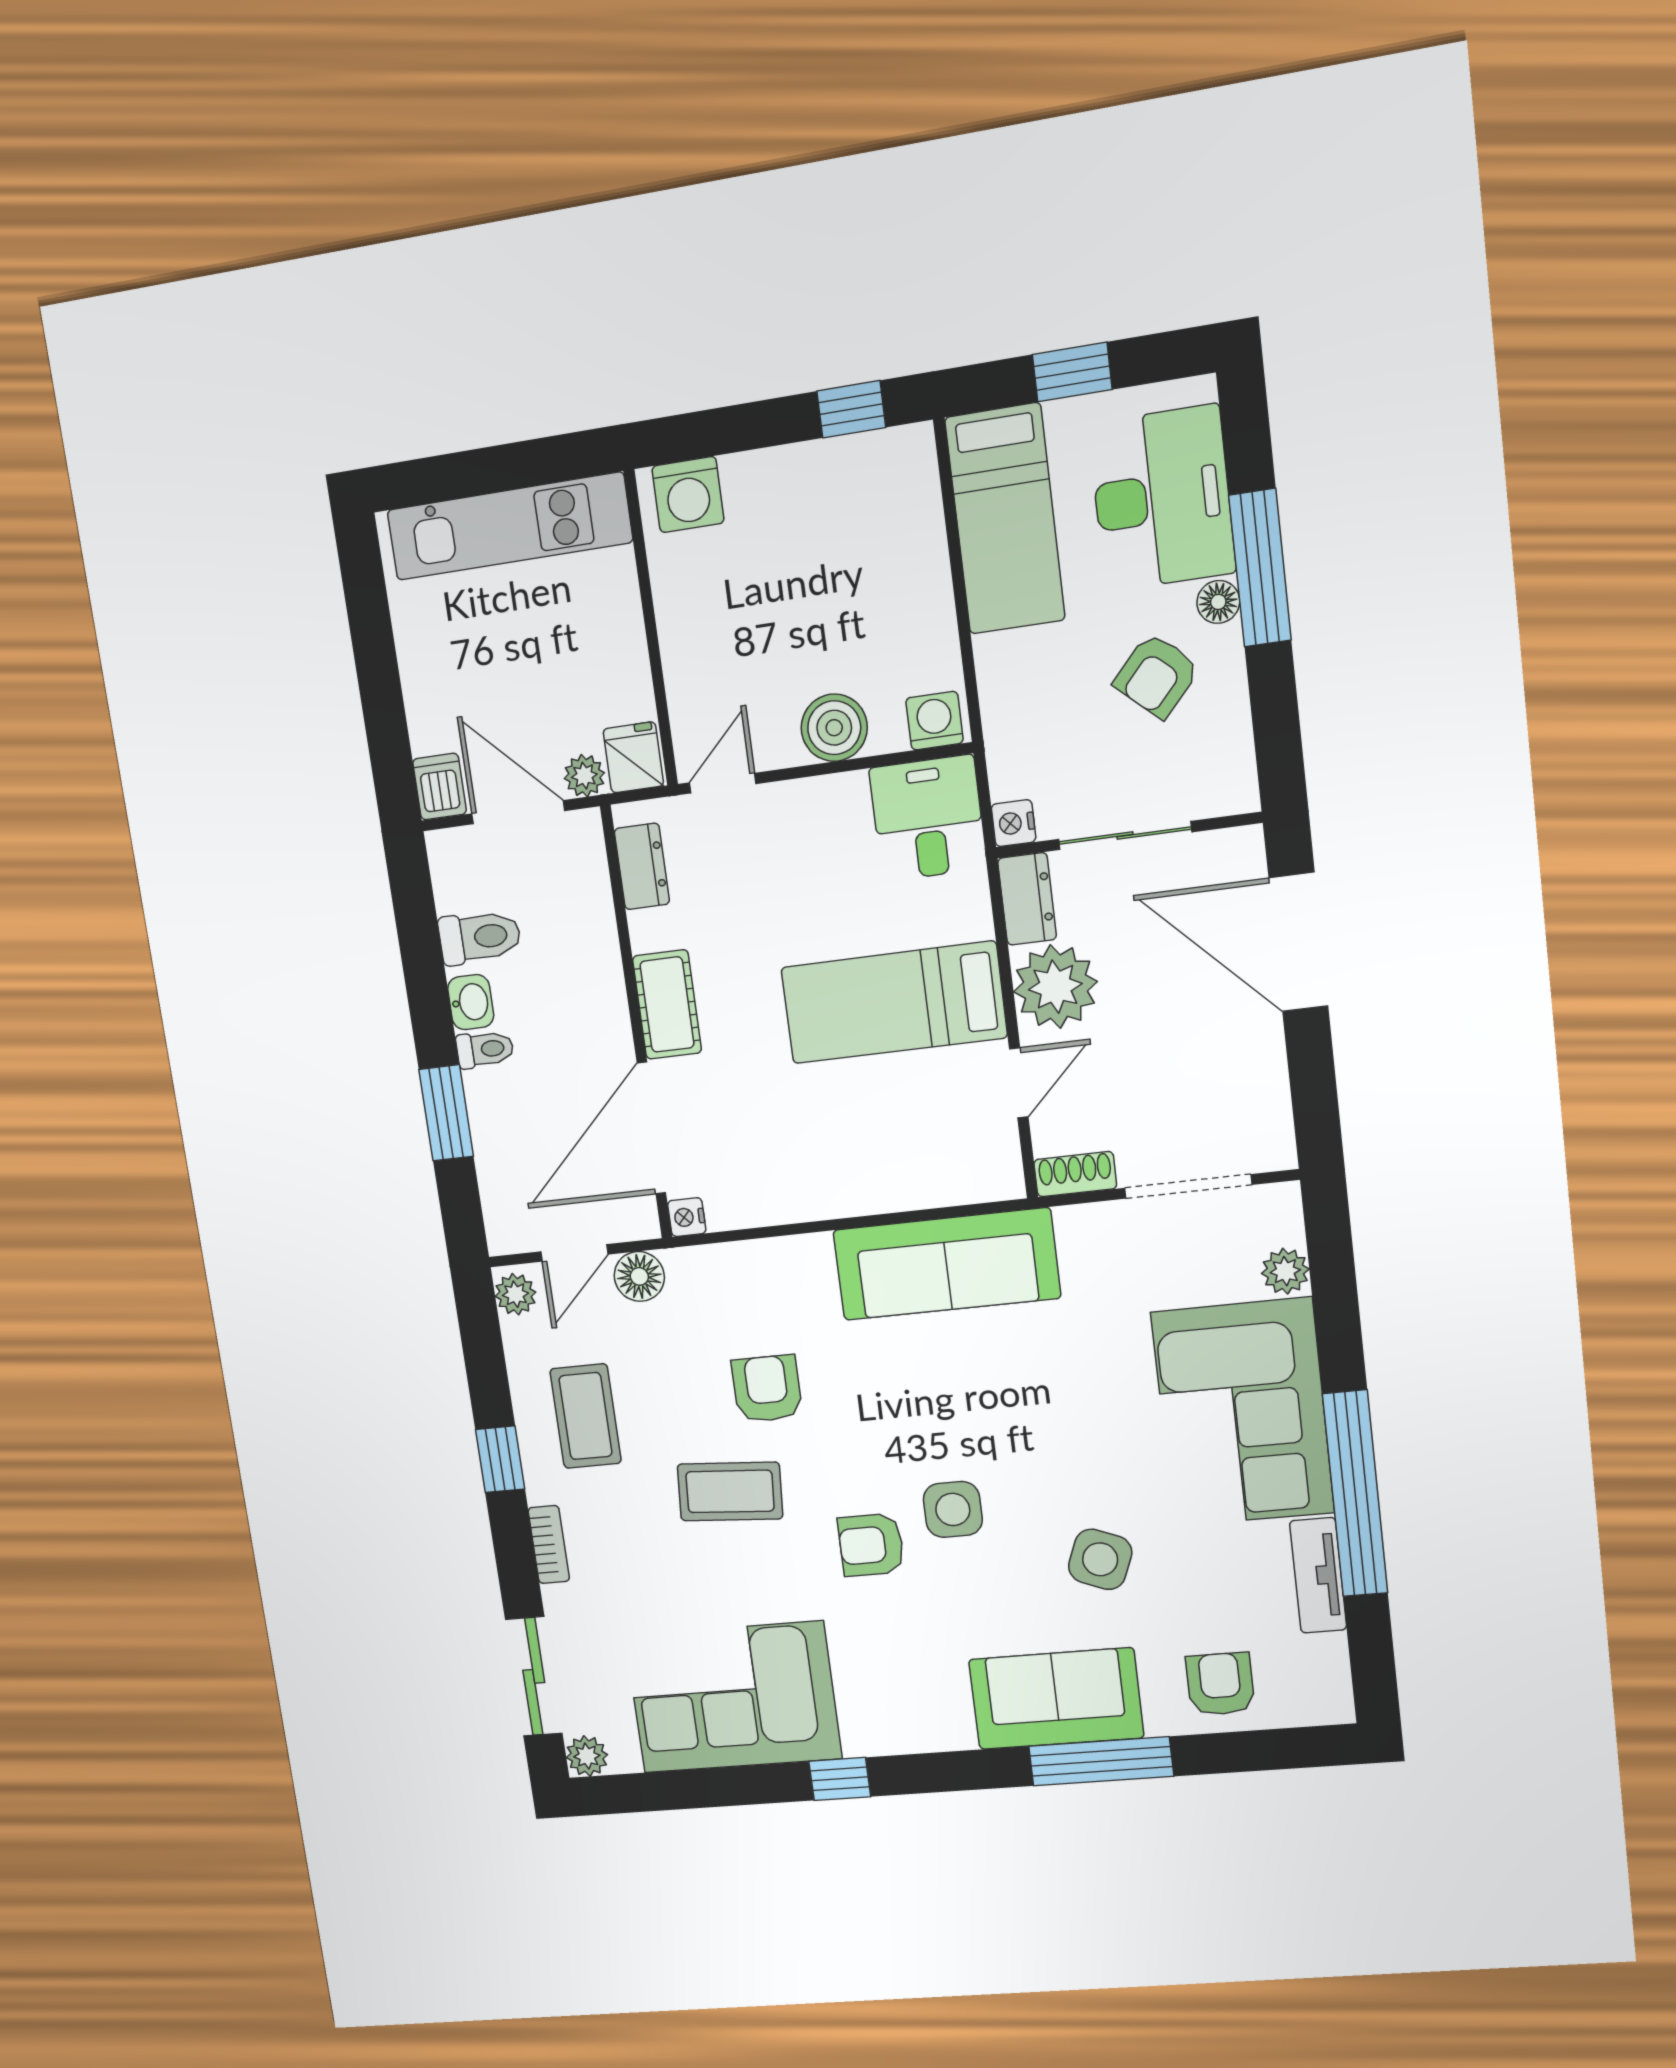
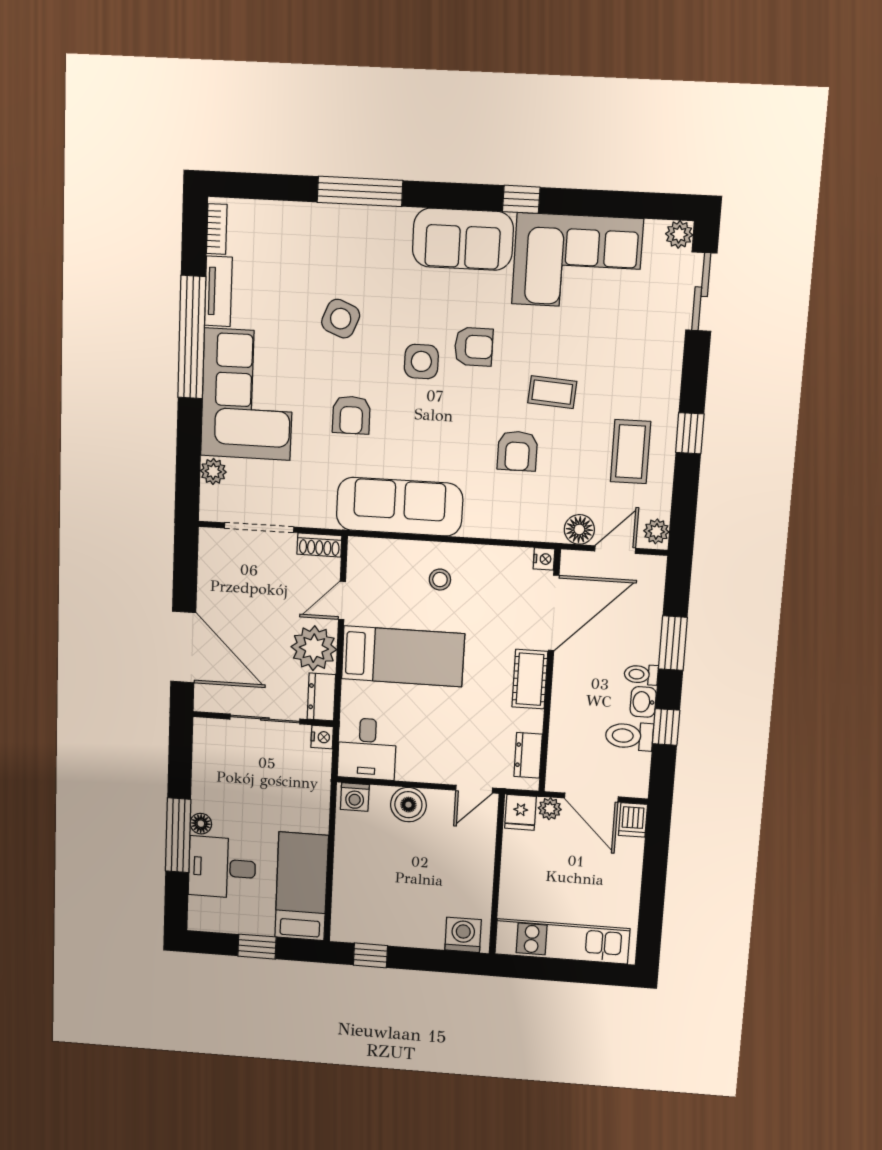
desk: (1162, 498) -> (222, 868), width x0.73
armchair: (1157, 675) -> (237, 795), removed
window: (423, 966) -> (666, 727), added
stool: (854, 1151) -> (440, 580), added
coffee table: (730, 1491) -> (552, 392), width x0.73, depth x0.77
bookcase: (549, 1544) -> (217, 229), moved, turned 180
armchair: (1220, 1684) -> (351, 415), moved
sofa: (1056, 1699) -> (463, 239), moved

